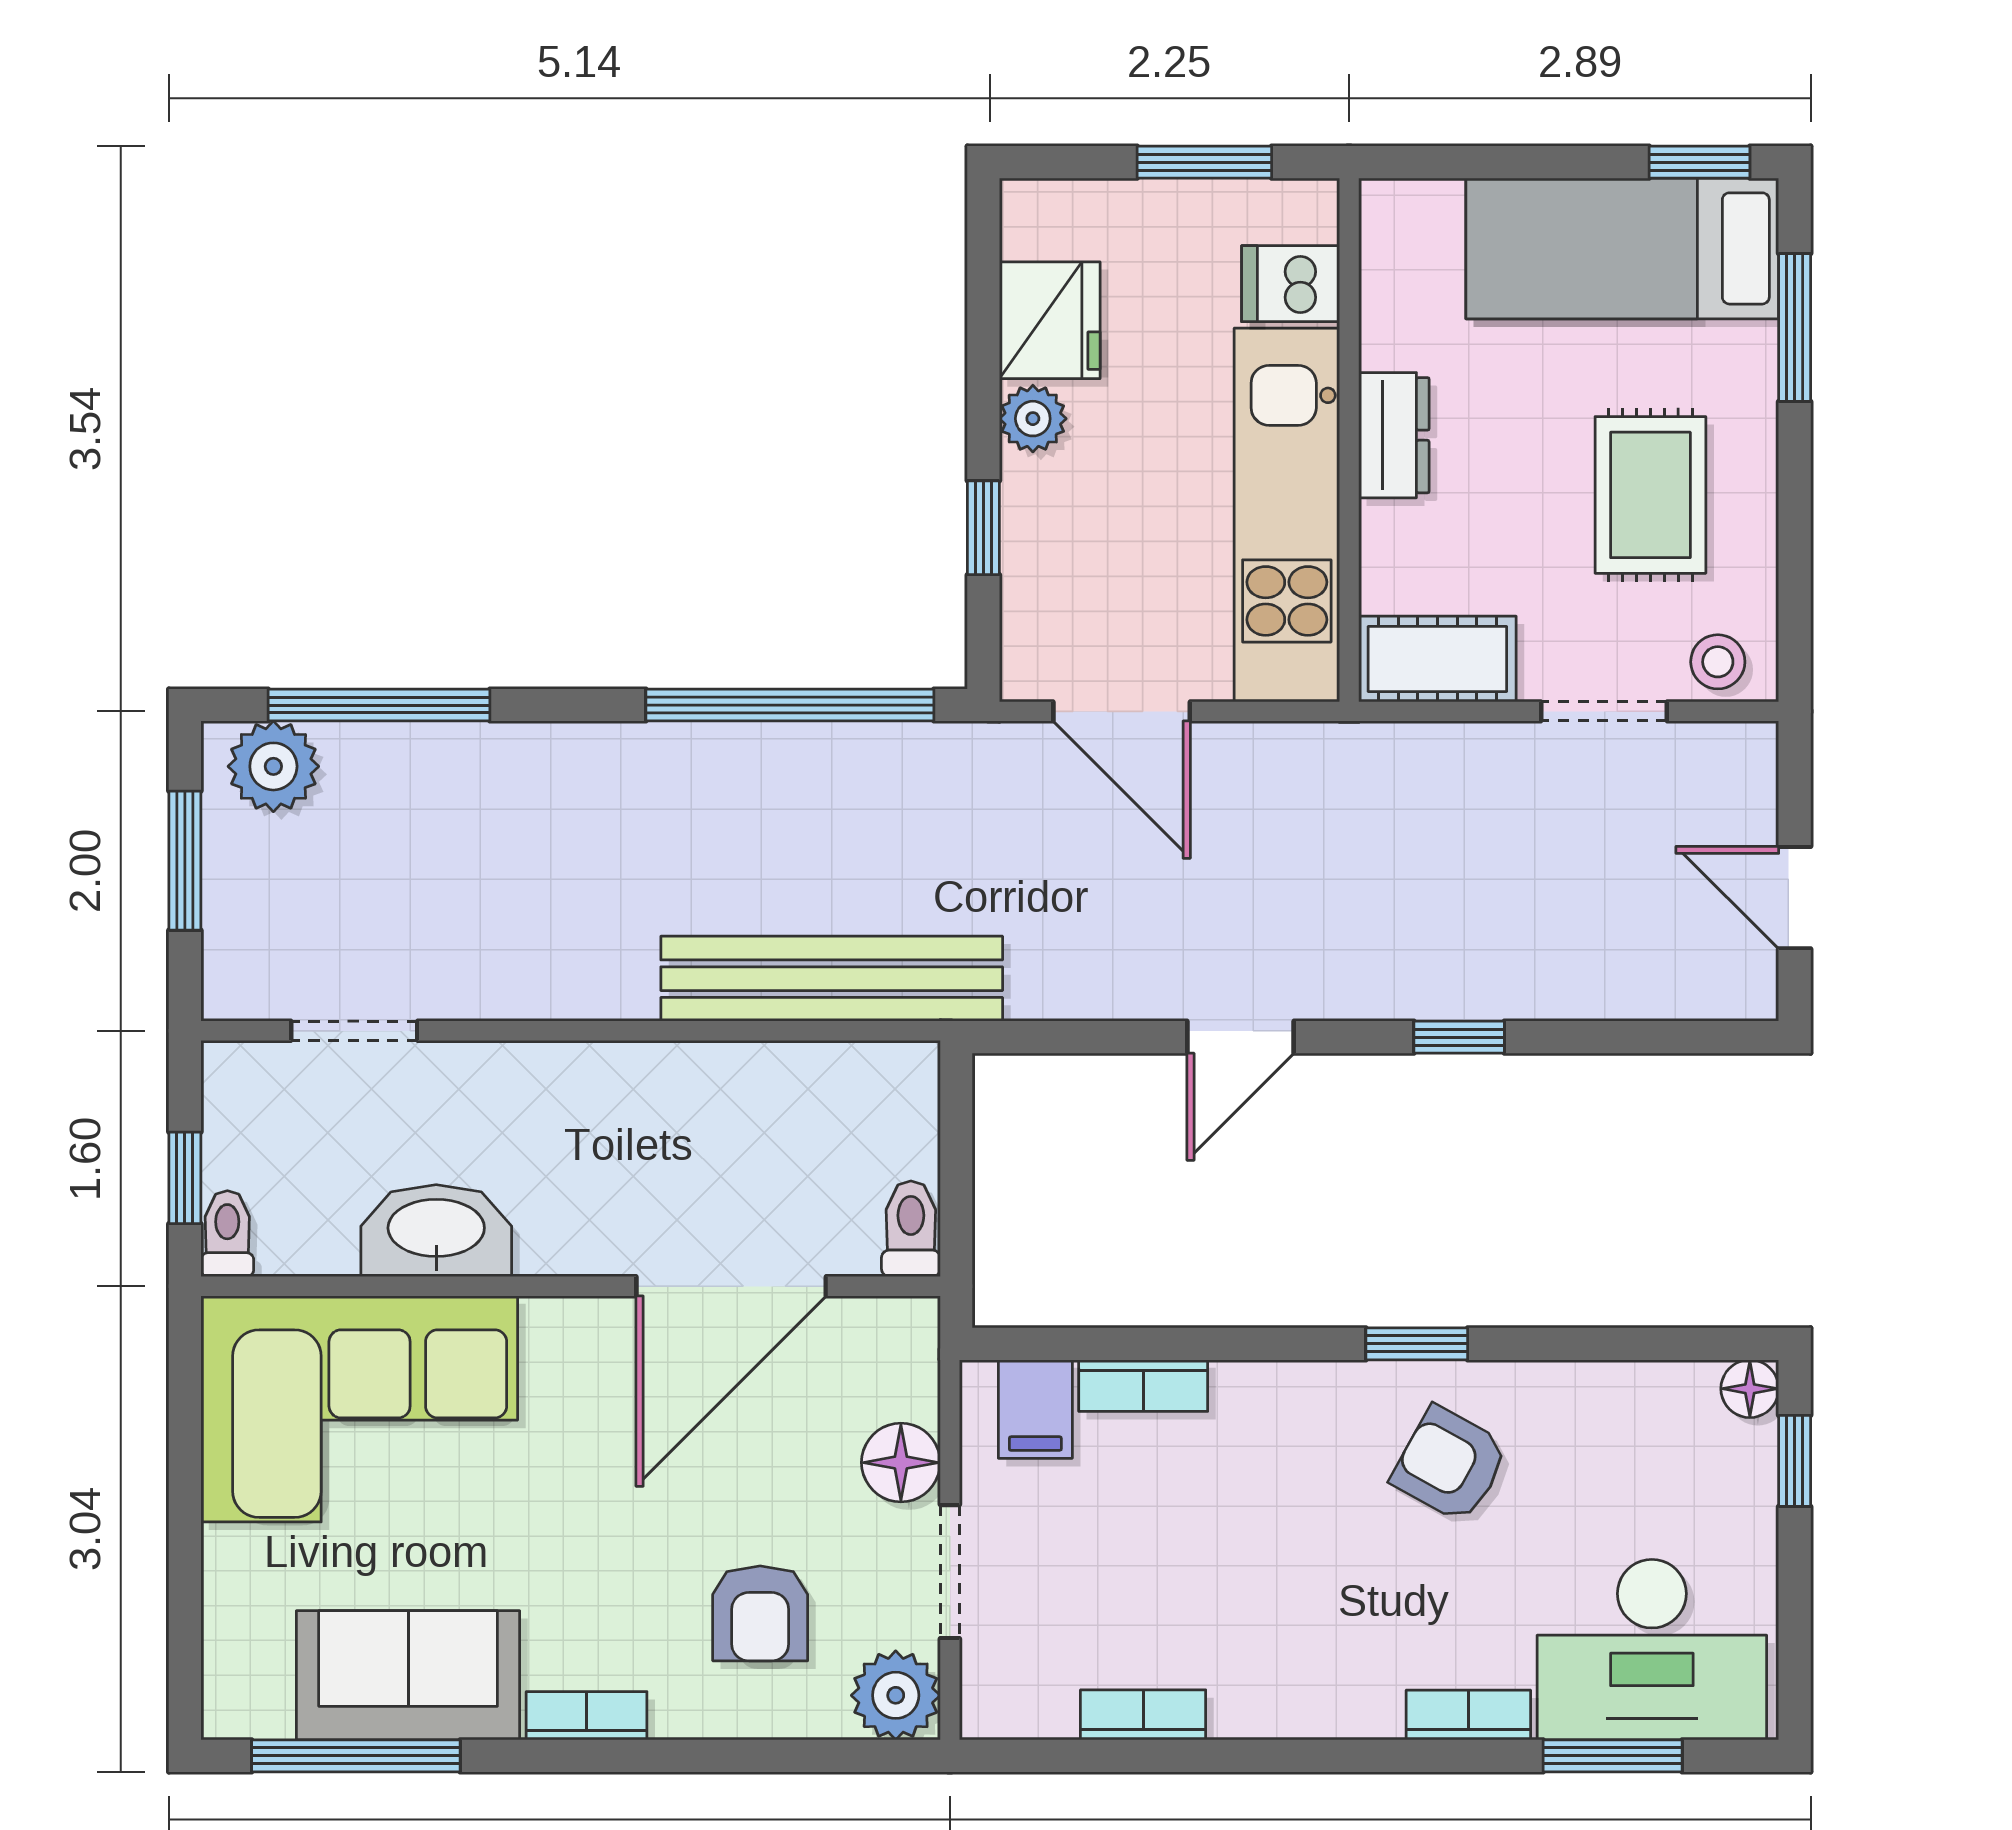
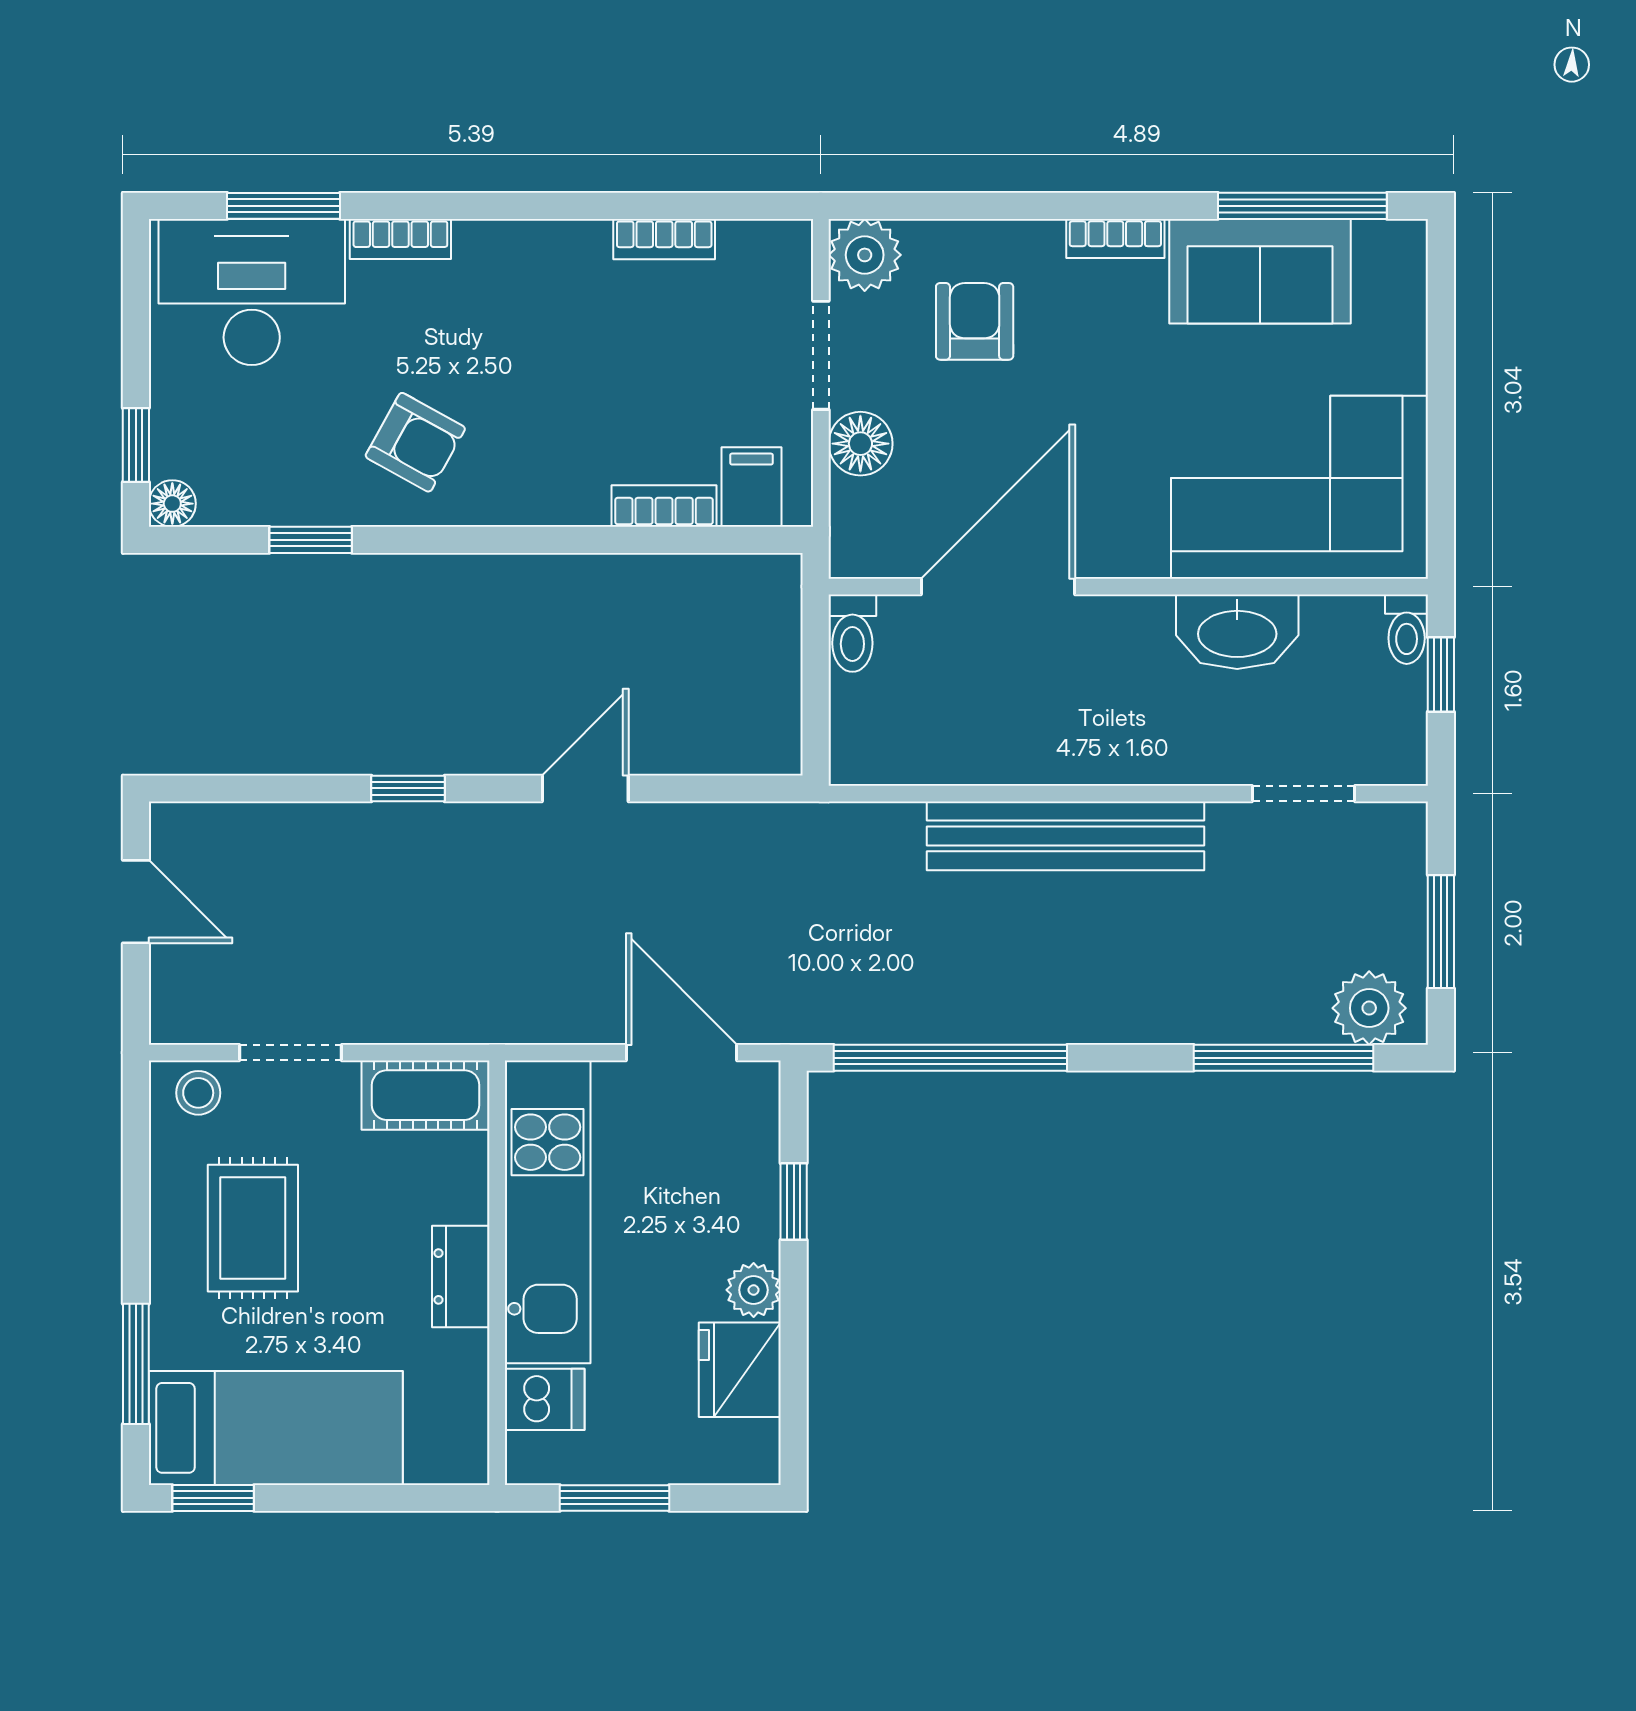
bench: (832, 979) -> (1066, 836), moved
window: (1417, 1344) -> (311, 540), moved

